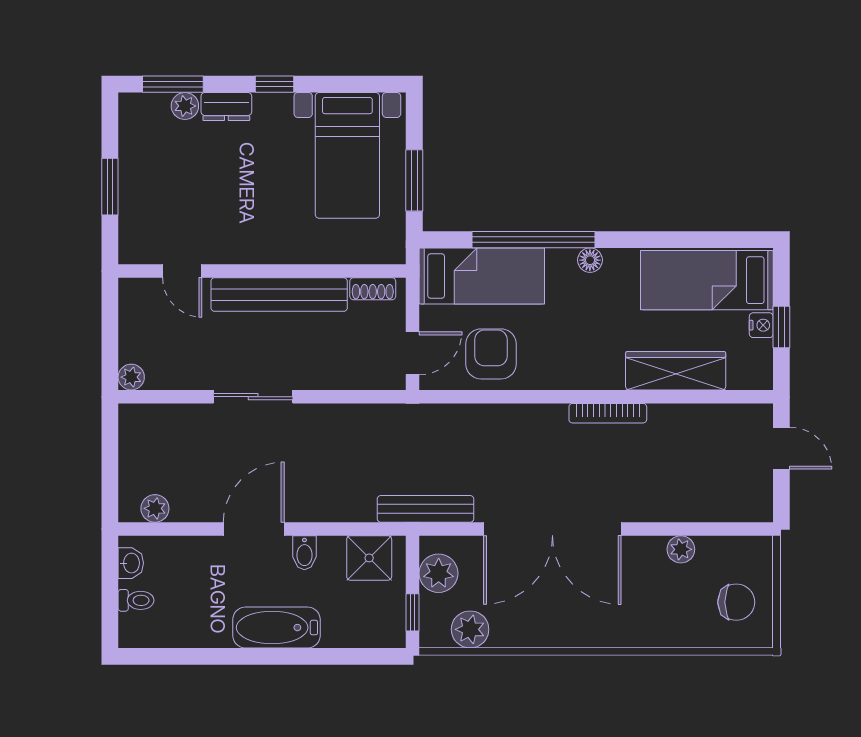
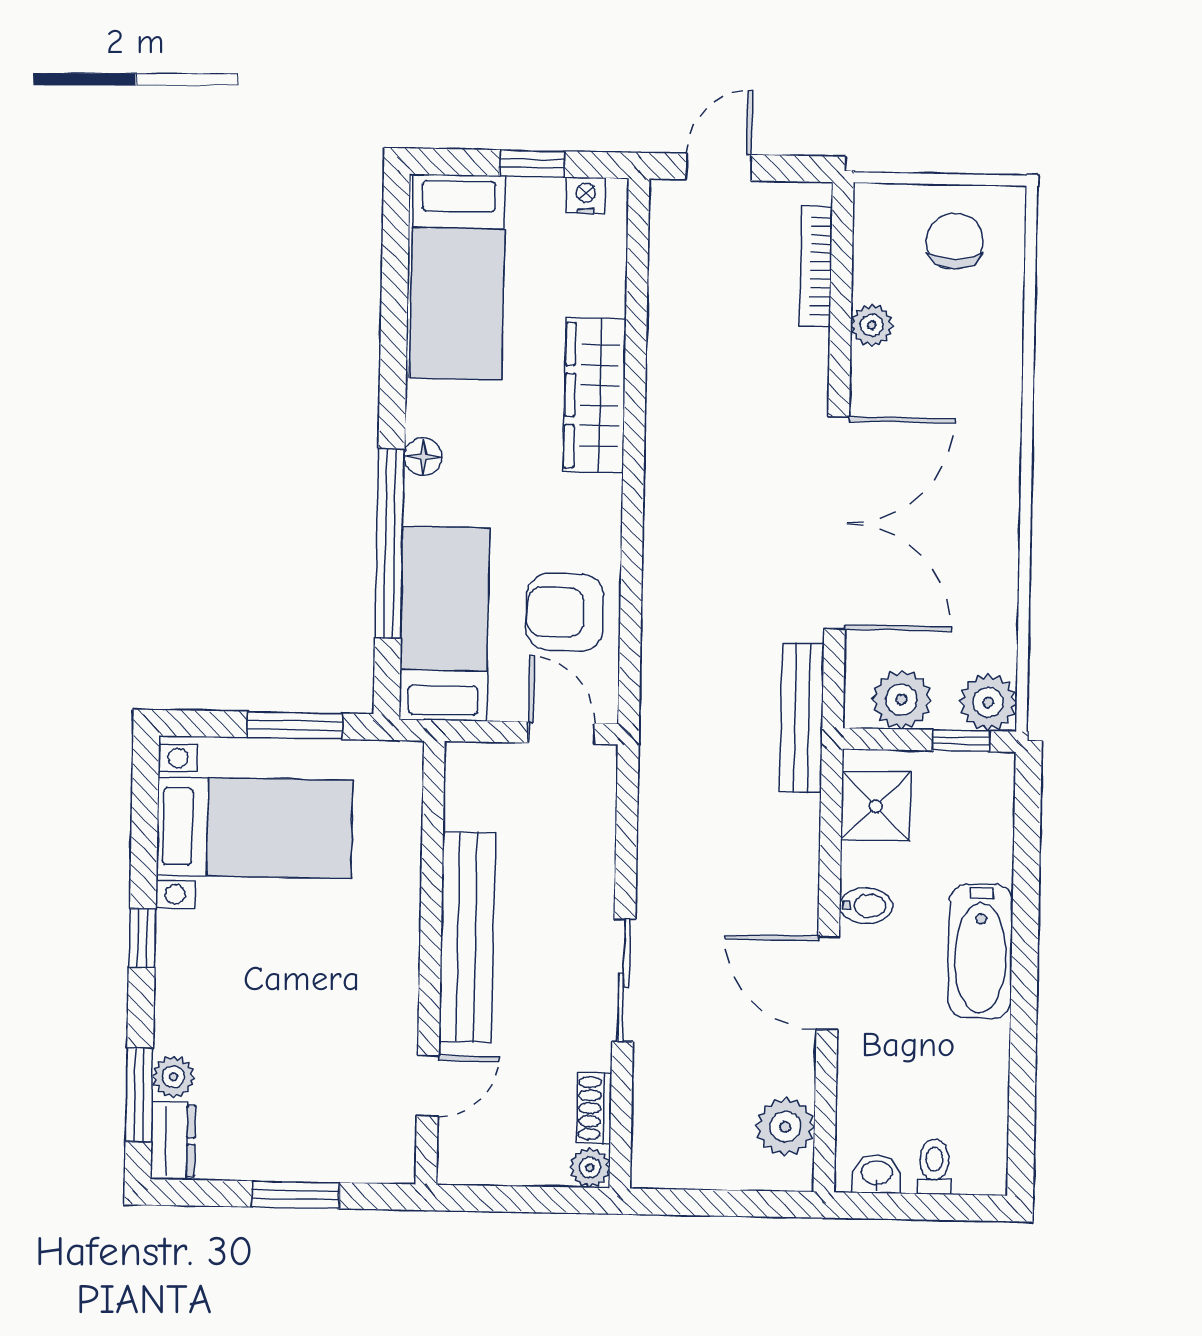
dresser: (226, 107) -> (173, 1141), moved
shoe rack: (373, 289) -> (594, 1108), moved, turned 180
nightstand: (761, 325) -> (586, 196), moved
wardrobe: (676, 371) -> (595, 395), moved
bookcase: (608, 413) -> (816, 266), moved, turned 180
plant: (155, 508) -> (785, 1127), width x1.38, depth x1.38
plant: (470, 629) -> (988, 702), moved

